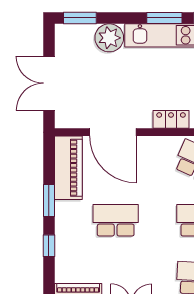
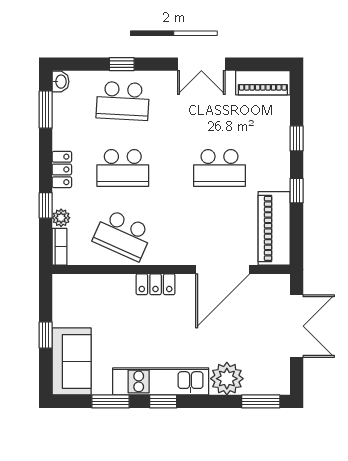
window: (164, 18) -> (163, 401), width x0.67
door: (113, 132) -> (223, 270), swing flipped
window: (49, 201) -> (297, 191), width x0.67

